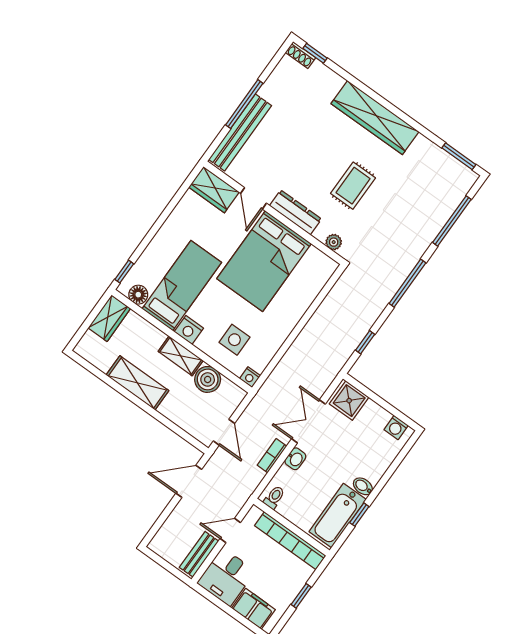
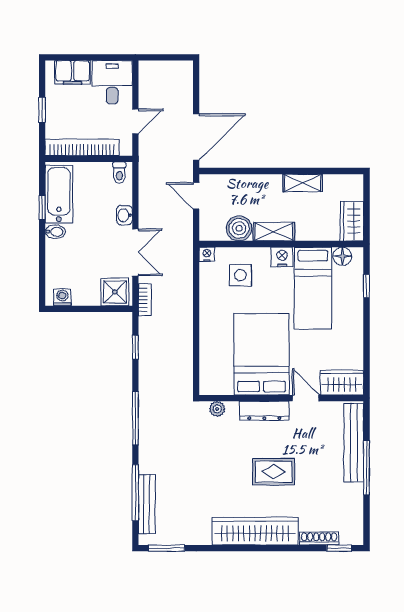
shoe rack: (300, 55) -> (319, 538), moved, width x1.43
rug: (353, 186) -> (274, 472), moved, turned 90
window: (124, 272) -> (366, 286), moved
shelving: (137, 383) -> (303, 183), width x0.67, depth x0.75
bookcase: (272, 456) -> (145, 300), moved
door: (189, 481) -> (196, 137), width x1.36
bench: (199, 554) -> (147, 504), moved, width x1.36

